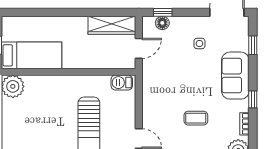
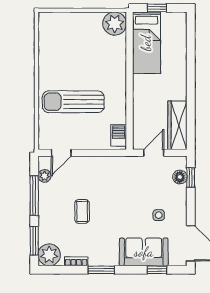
door: (139, 48) -> (154, 153), swing flipped
sofa: (235, 76) -> (144, 252), moved
window: (253, 99) -> (101, 270), width x1.50

